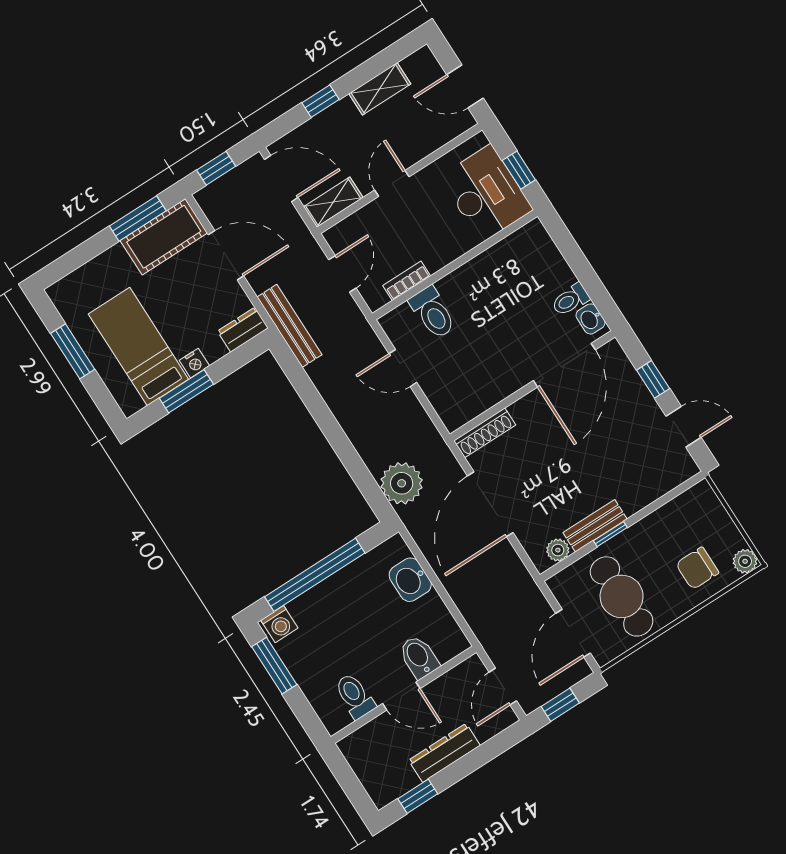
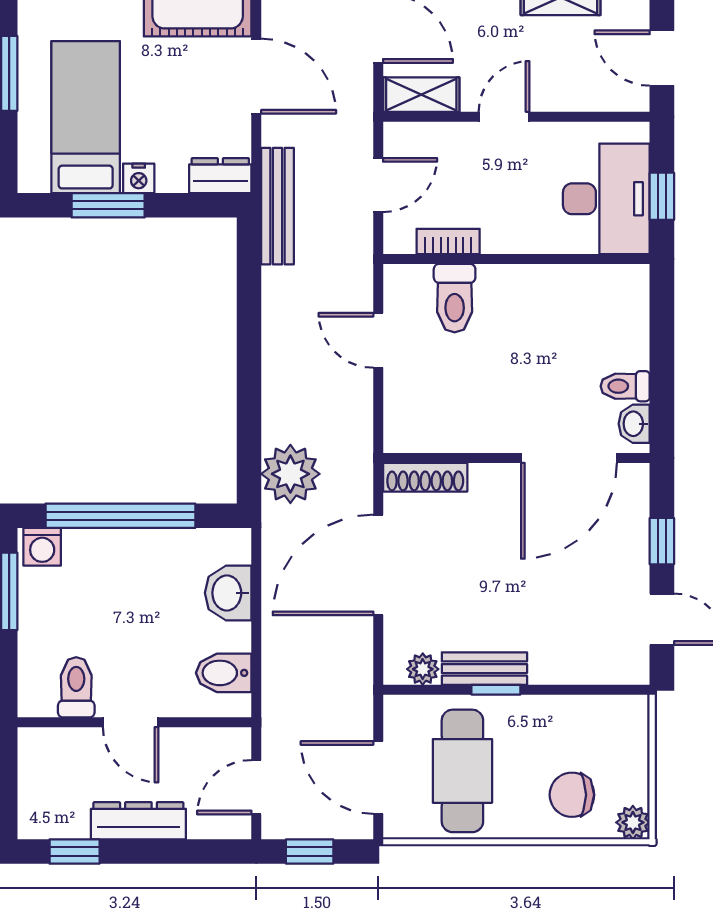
door: (573, 633) -> (378, 778), hinge flipped
bidet: (419, 657) -> (224, 673), moved, turned -90

